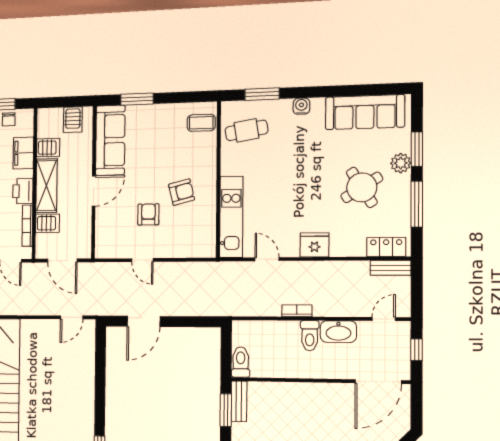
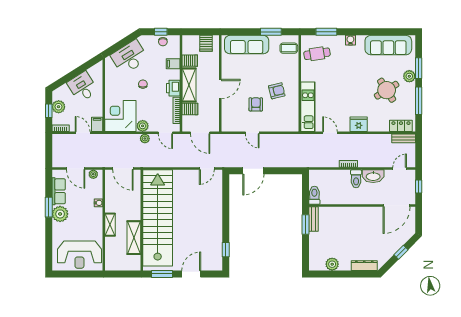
window: (137, 99) -> (271, 32), moved
sofa: (110, 140) -> (247, 45), moved, turned 90
filing cabinet: (23, 153) -> (173, 64), width x0.50

